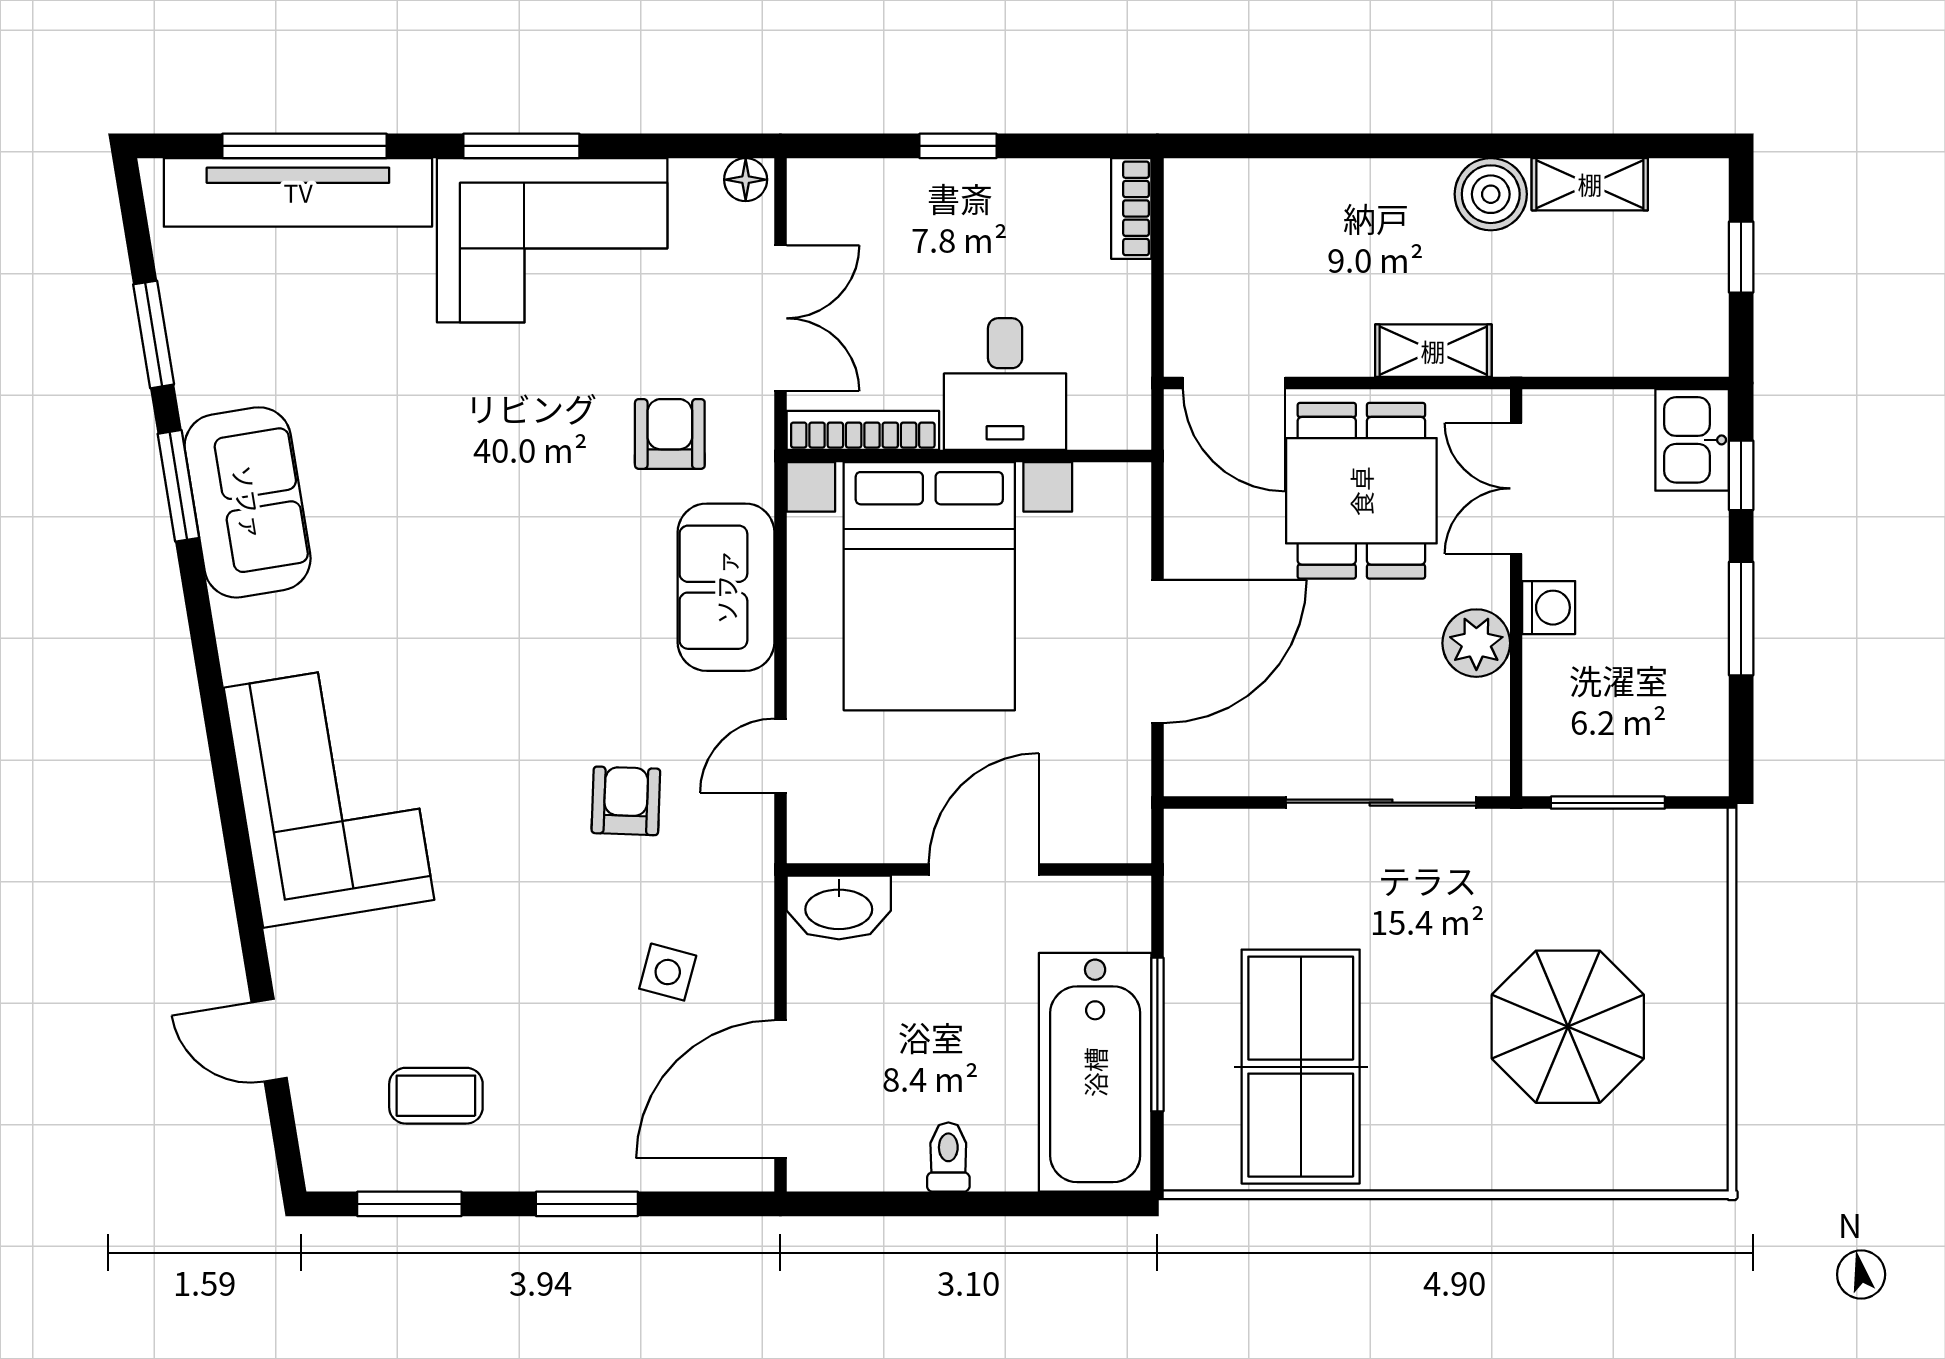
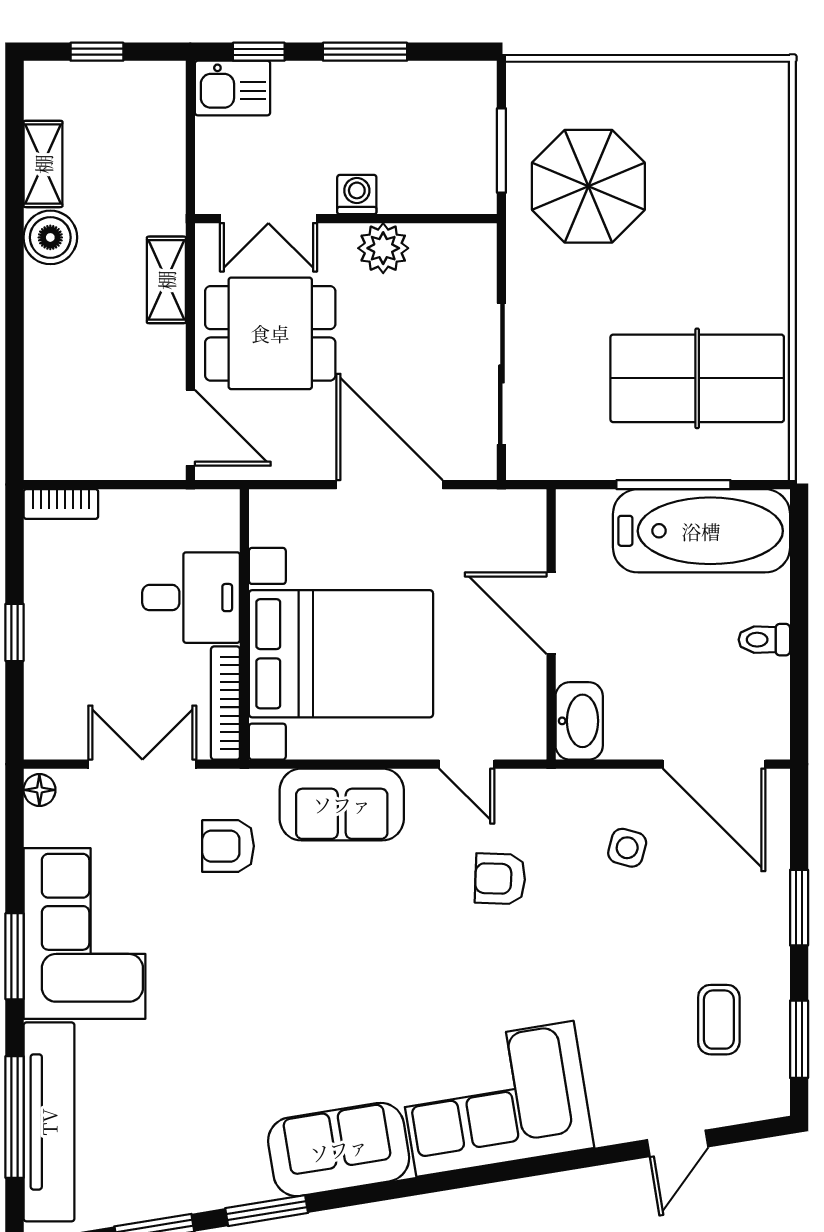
door: (1234, 383) -> (190, 428), hinge flipped
sofa: (248, 502) -> (339, 1149), moved
sliding door: (1381, 803) -> (501, 374), moved
parasol: (1568, 1027) -> (588, 186), moved

